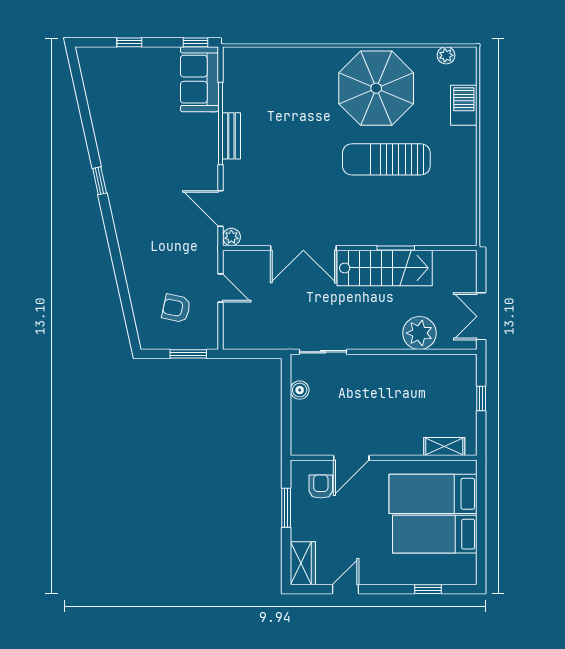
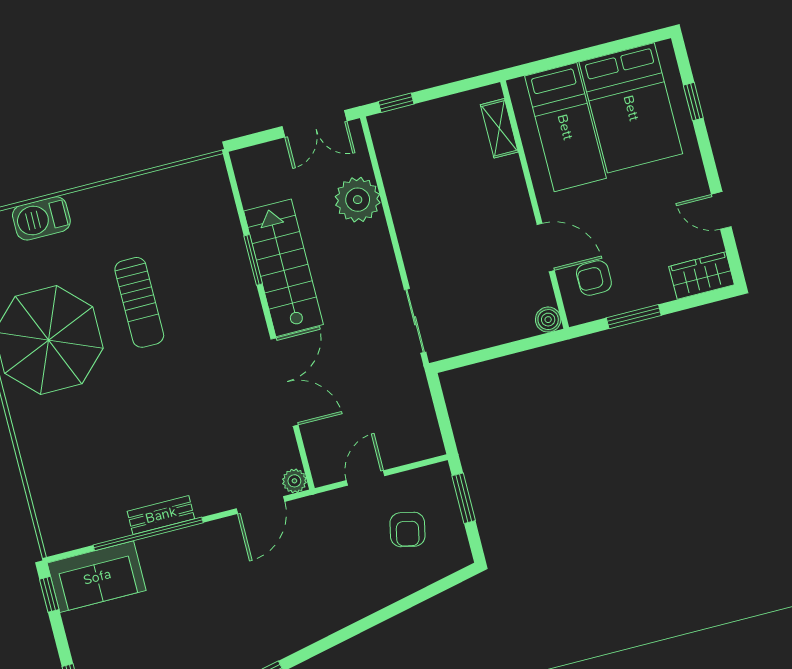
sun lounger: (386, 159) -> (139, 302), width x0.73, depth x0.75
boiler: (300, 390) -> (548, 320), moved
window: (481, 399) -> (396, 103), moved
bed: (435, 534) -> (631, 108), width x1.50

